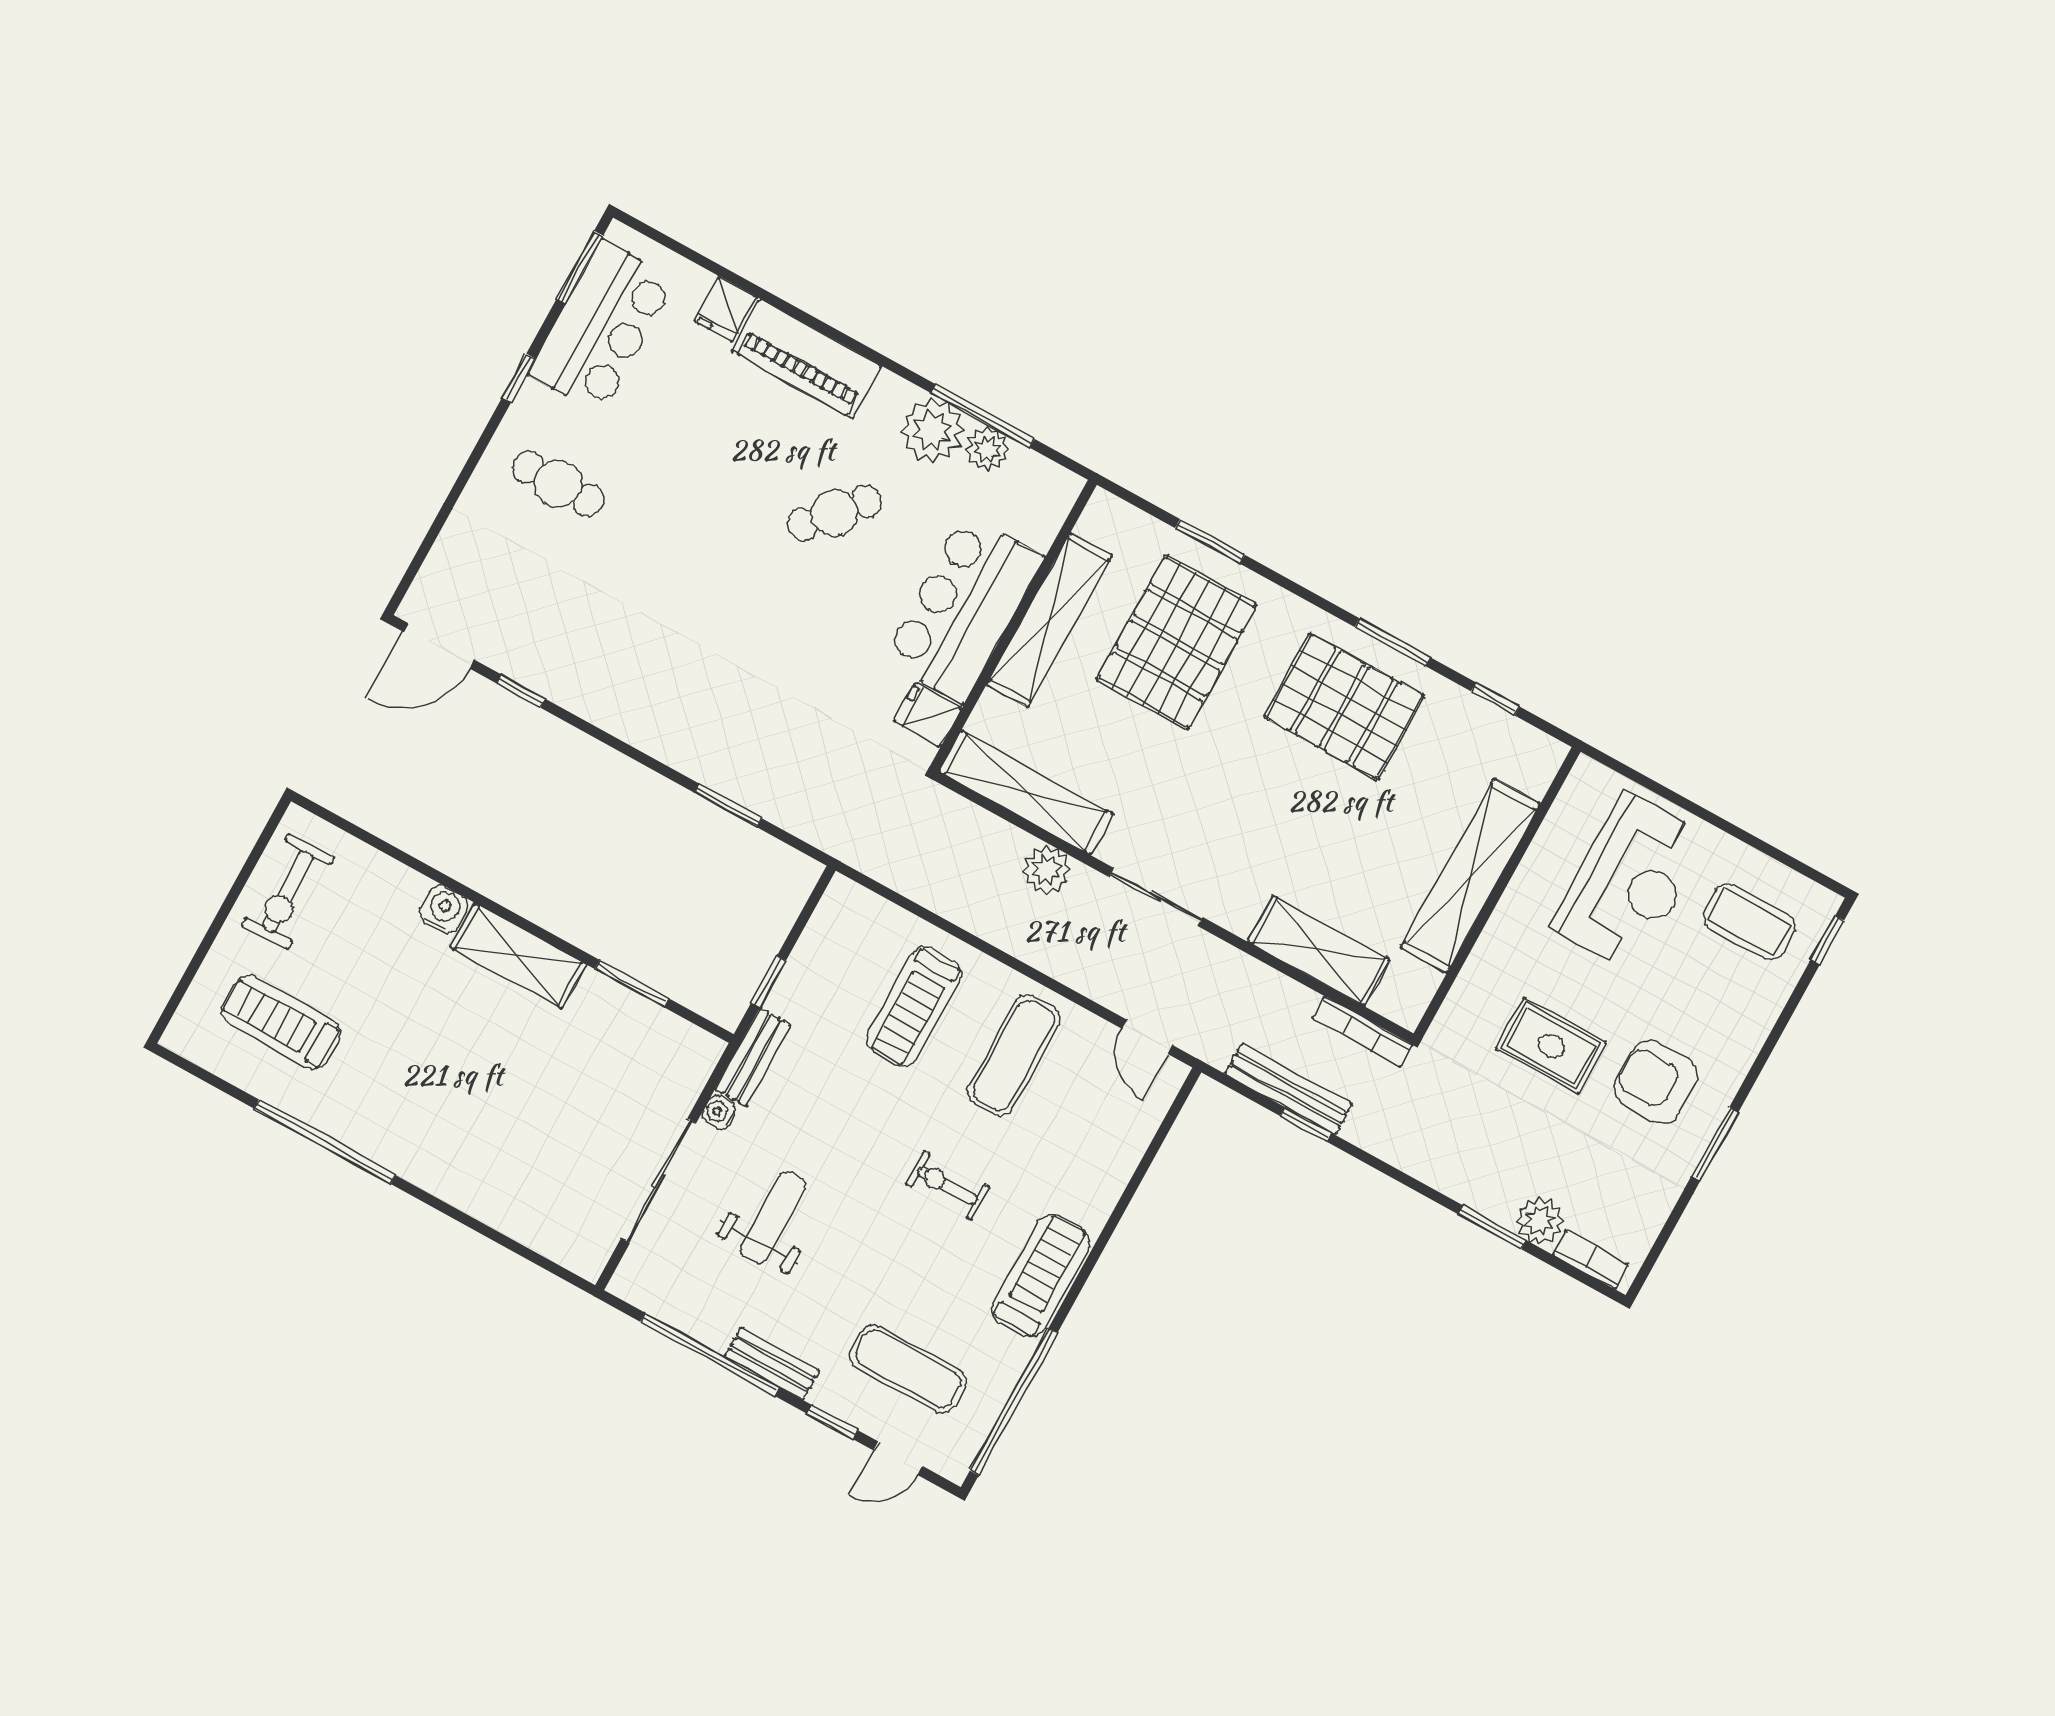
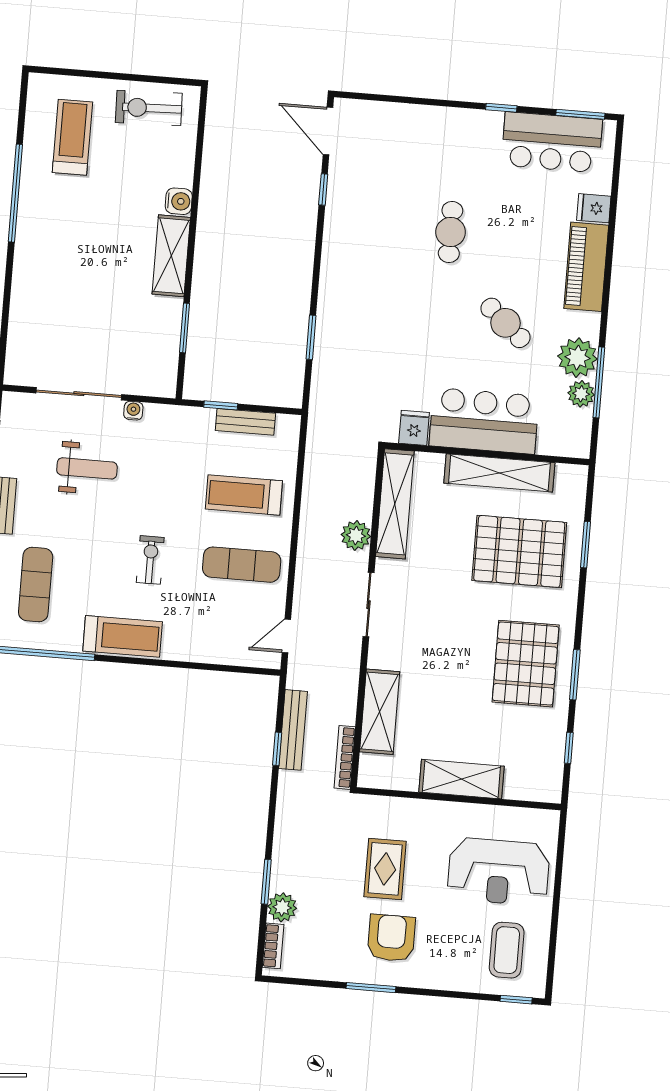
cafe table: (558, 484) -> (451, 232), moved
shelving: (1470, 876) -> (461, 779), width x0.68
bench: (753, 1057) -> (245, 422), moved

